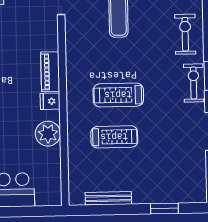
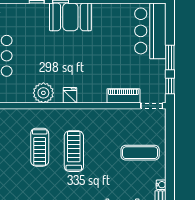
piano: (50, 72) -> (123, 96), moved

